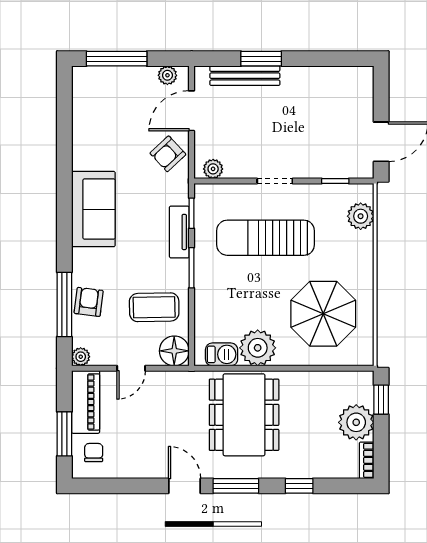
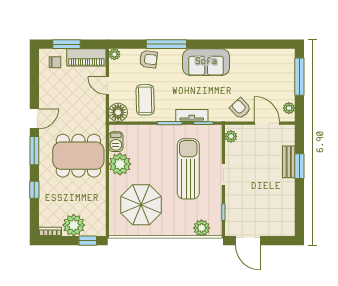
bench: (245, 76) -> (289, 162), width x0.73
window: (64, 304) -> (166, 44), moved

